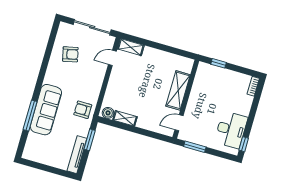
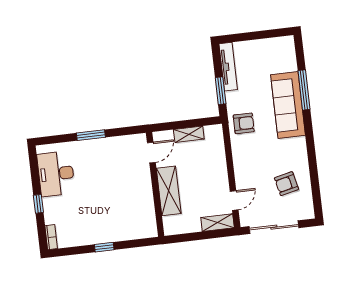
shelving: (178, 90) -> (169, 191), moved
wall: (186, 99) -> (155, 184), moved
boiler: (108, 113) -> (212, 132), removed
door: (179, 123) -> (151, 153), moved
window: (244, 144) -> (38, 204), moved

